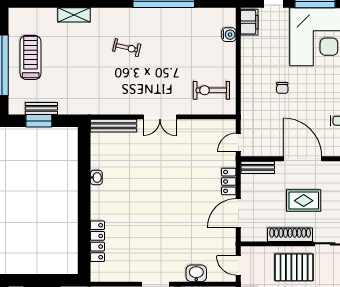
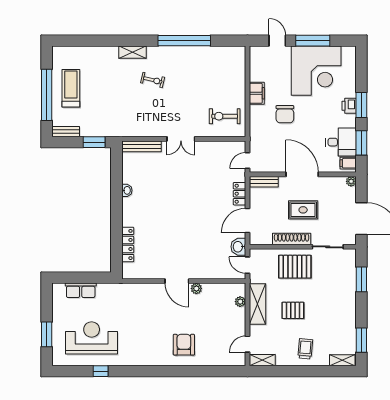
shelving: (74, 15) -> (133, 52), moved
filing cabinet: (249, 22) -> (257, 93), moved
water cooler: (229, 35) -> (240, 69), removed
chair: (282, 88) -> (285, 114), width x1.87, depth x1.87
bench: (41, 108) -> (66, 132), moved
window: (39, 121) -> (94, 142), moved
washbasin: (196, 273) -> (238, 247), moved, turned -90

